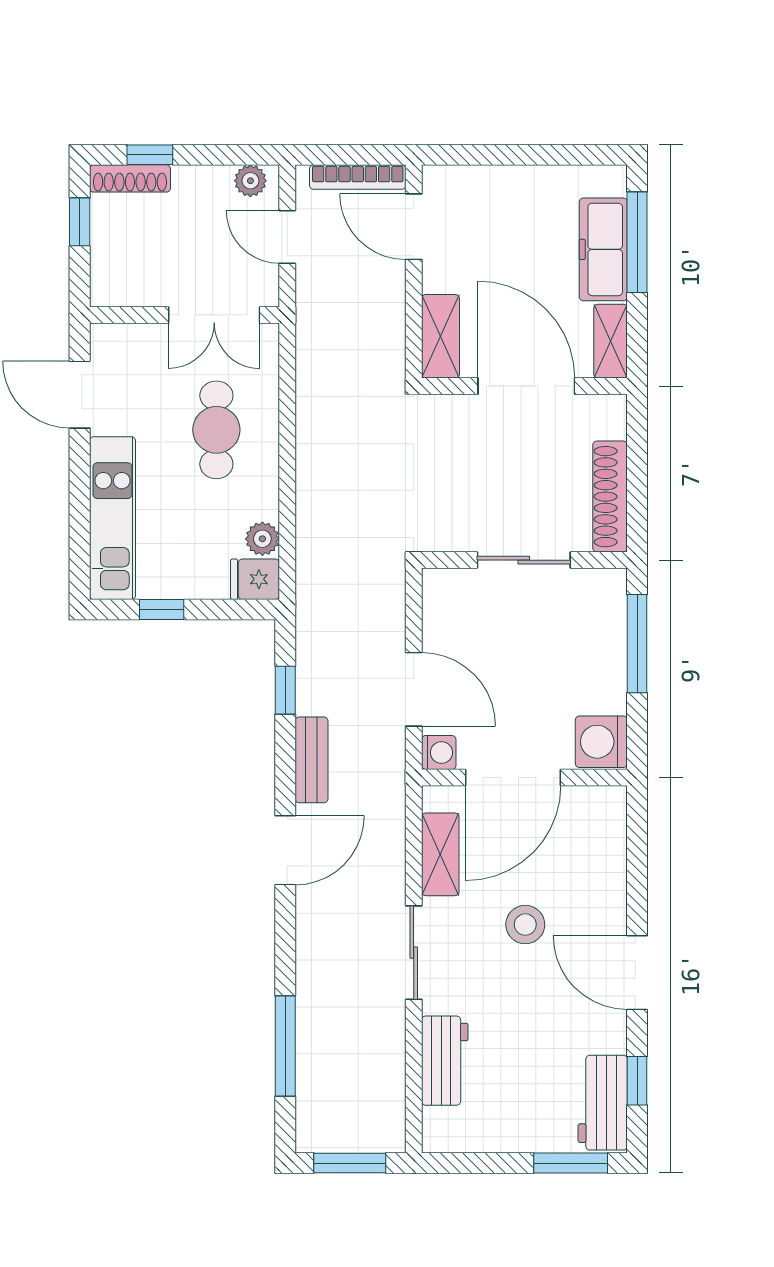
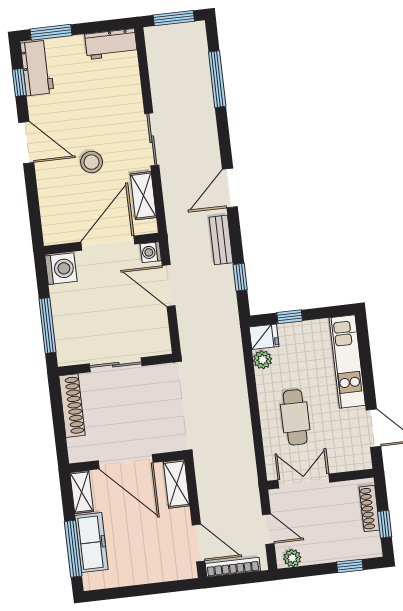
shoe rack: (130, 178) -> (369, 508), moved, turned -90
window: (162, 610) -> (290, 317), moved
workbench: (445, 1061) -> (111, 44), moved, turned -90

